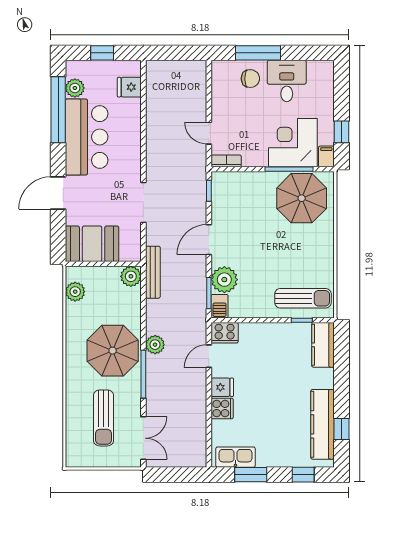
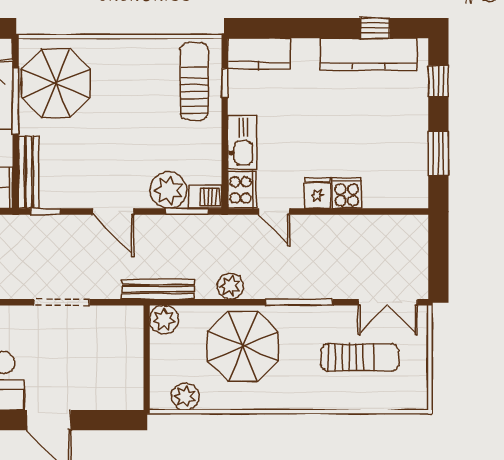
bench: (237, 179) -> (29, 172), added
booth: (92, 244) -> (119, 373), removed
plant: (155, 345) -> (230, 286), moved
parasol: (113, 351) -> (243, 346), moved
double door: (143, 438) -> (388, 302), swing flipped
kitchen sink: (235, 457) -> (242, 142), moved, turned 180

